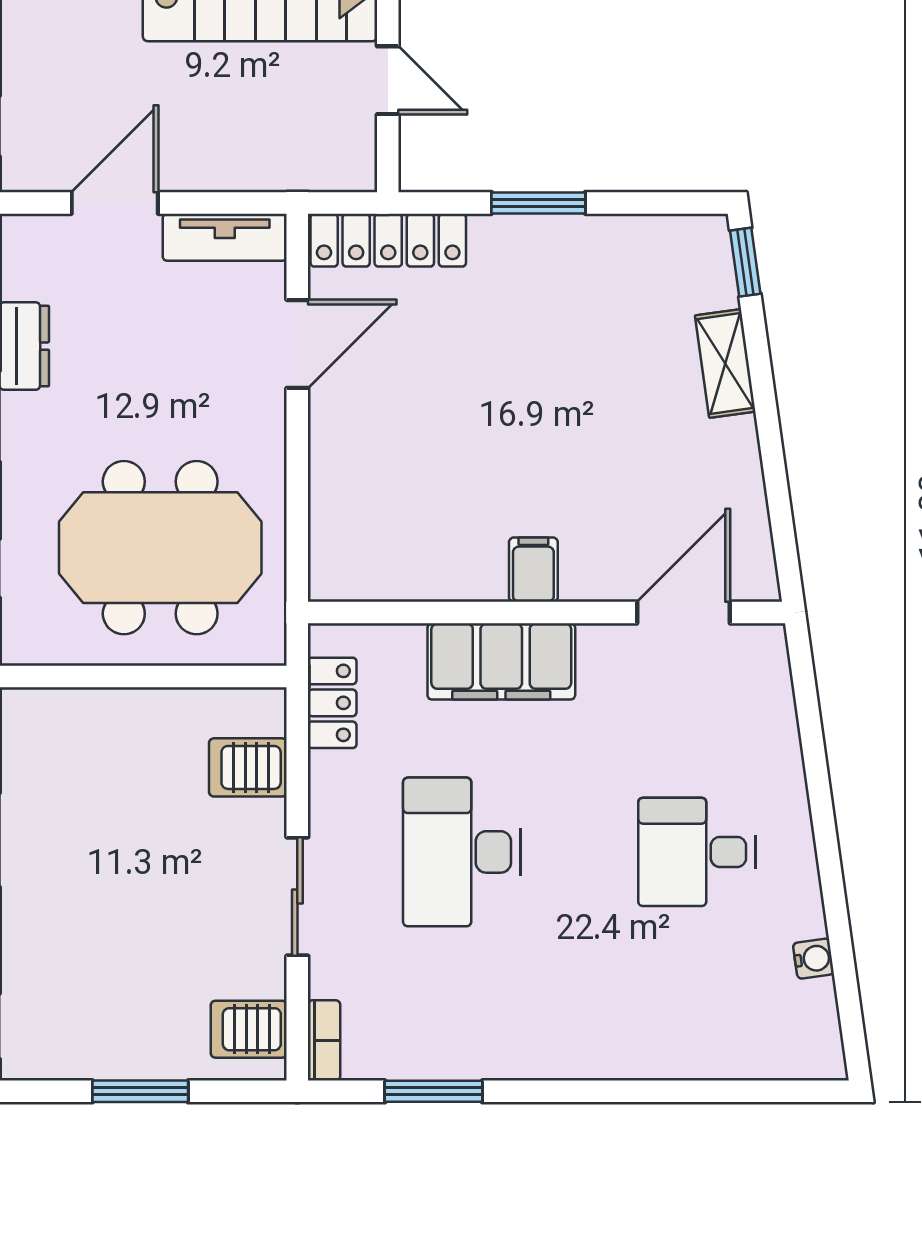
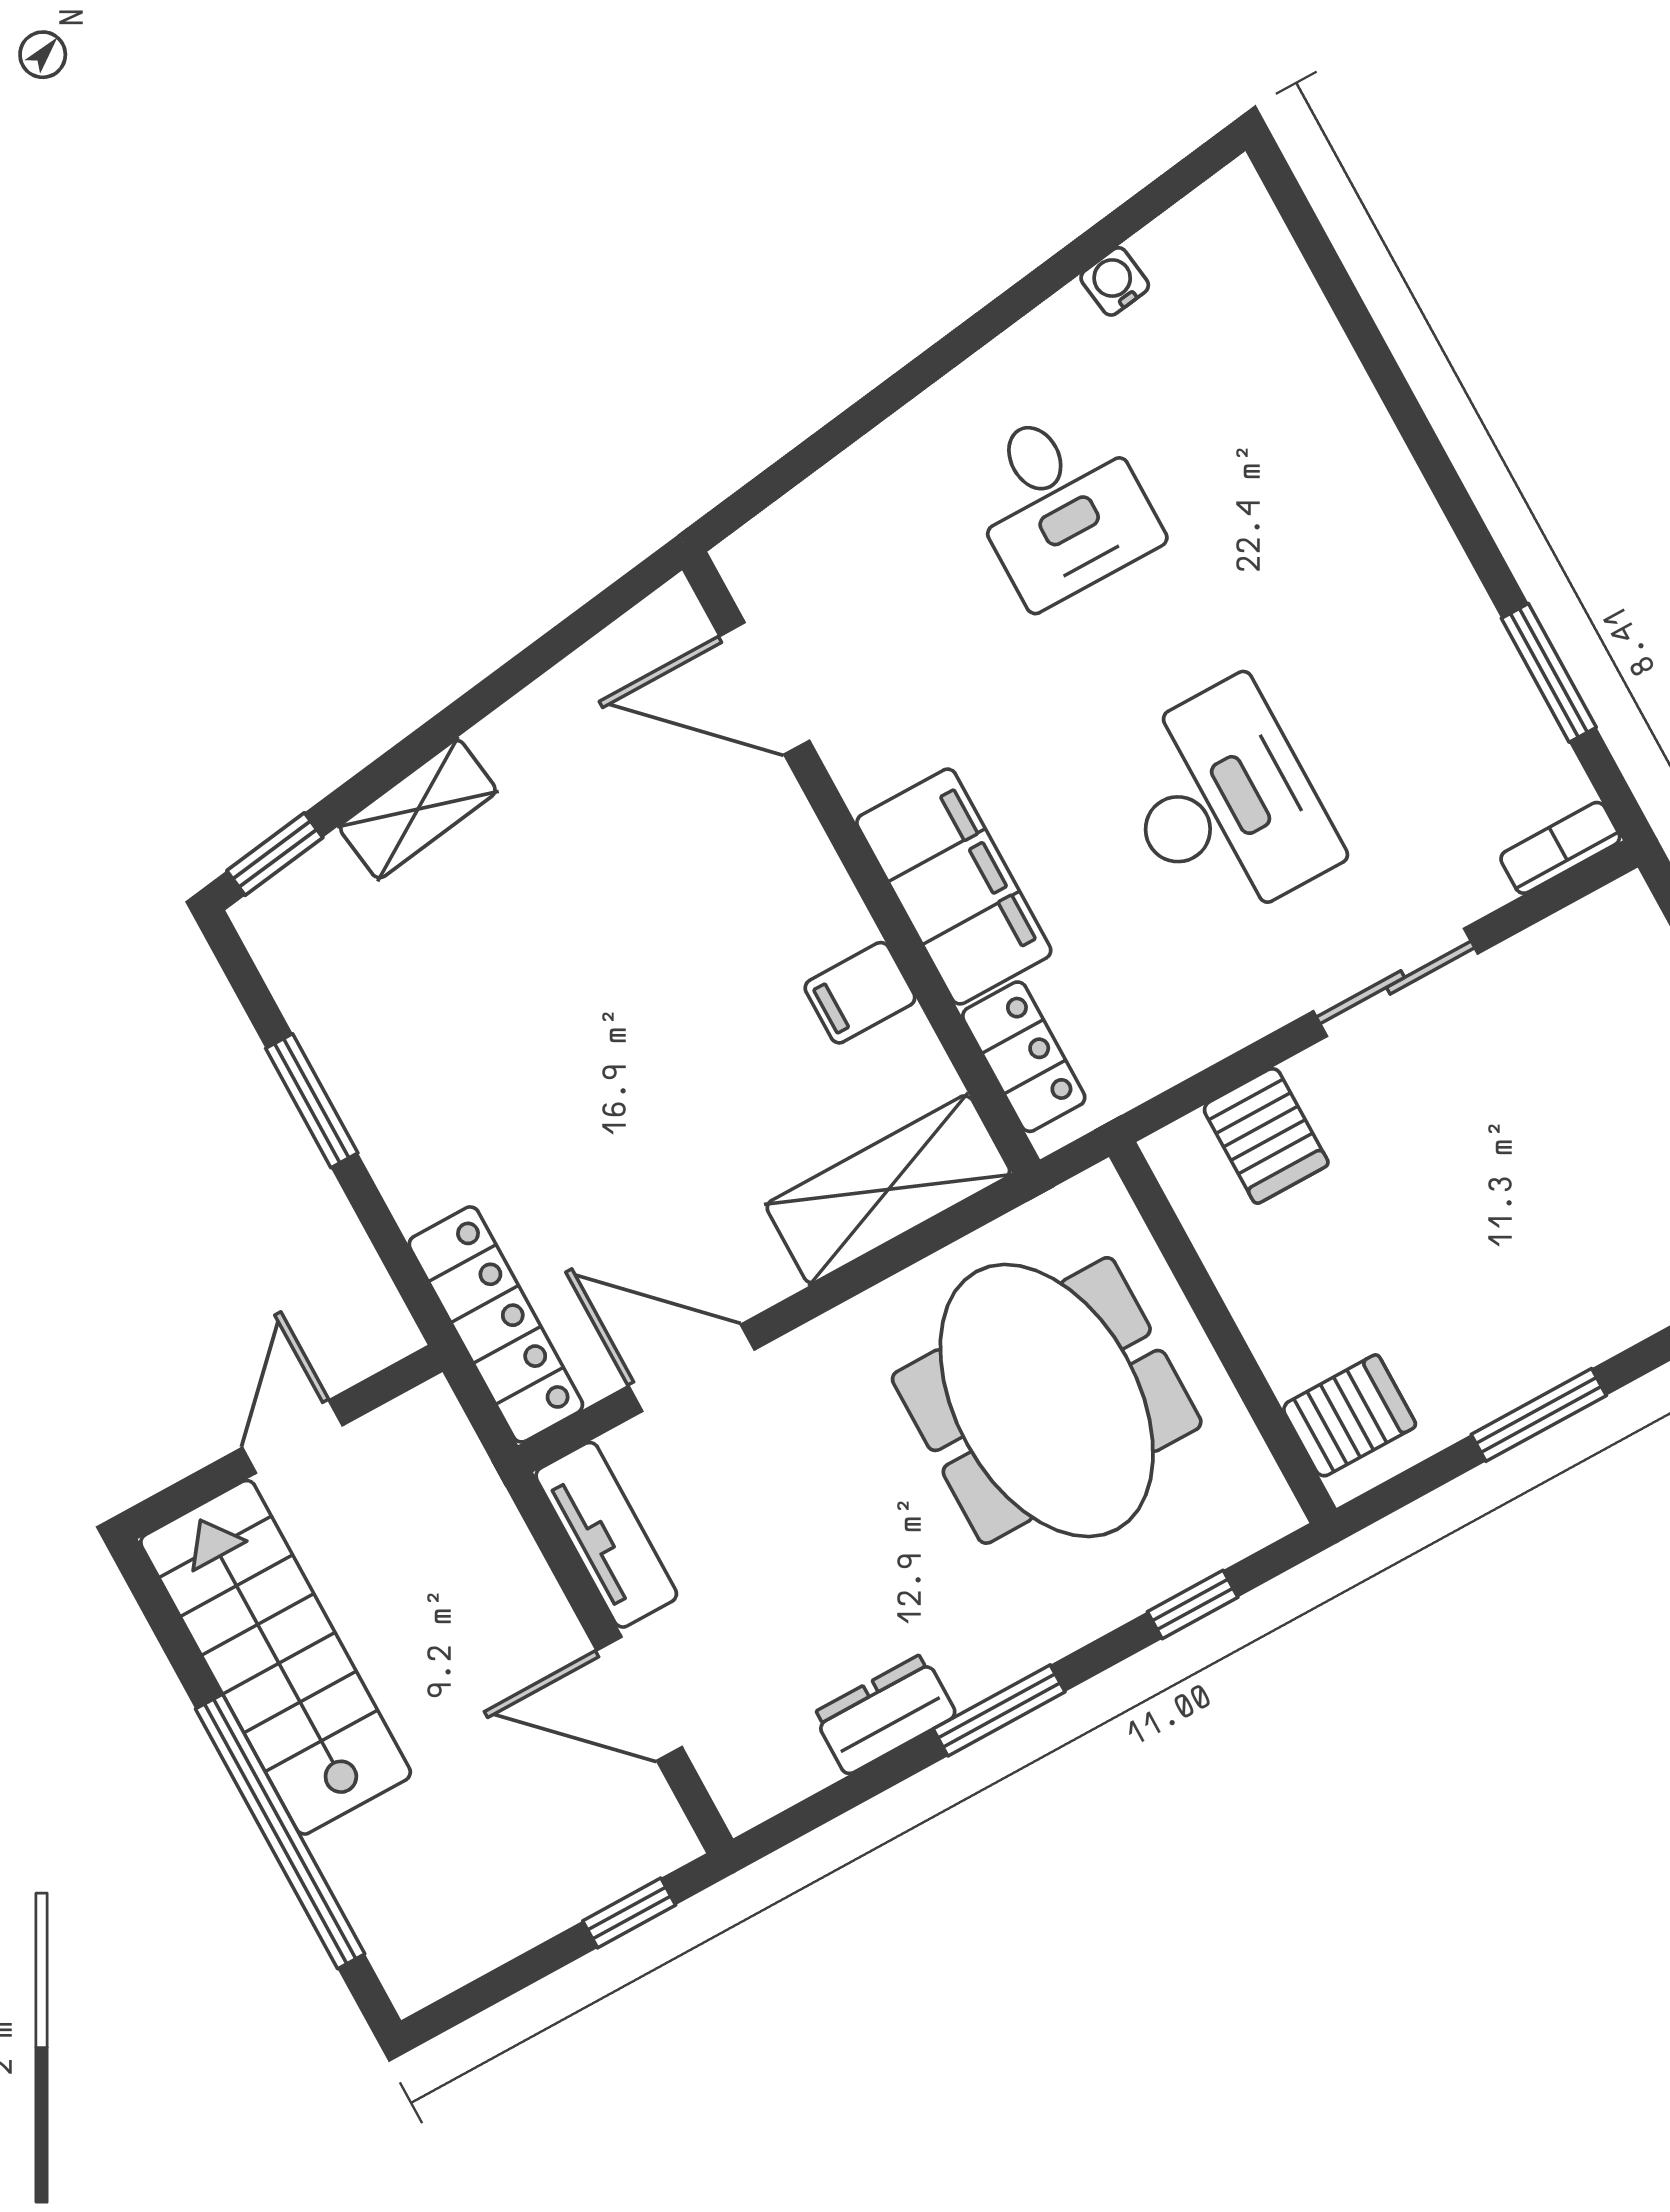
window: (538, 203) -> (312, 1101), moved
shelving: (340, 522) -> (888, 1189), added
filing cabinet: (533, 570) -> (860, 993), moved
locker: (332, 703) -> (1024, 1057), moved, turned 90
desk: (462, 852) -> (1224, 804), turned -90
server rack: (249, 1029) -> (1349, 1416), moved, turned -90

